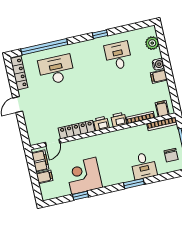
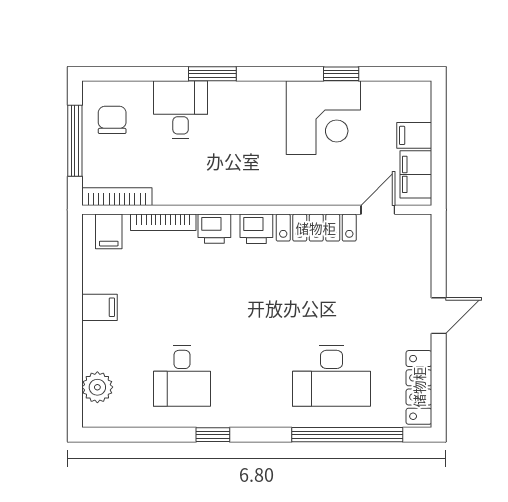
water cooler: (158, 64) -> (94, 335), removed

